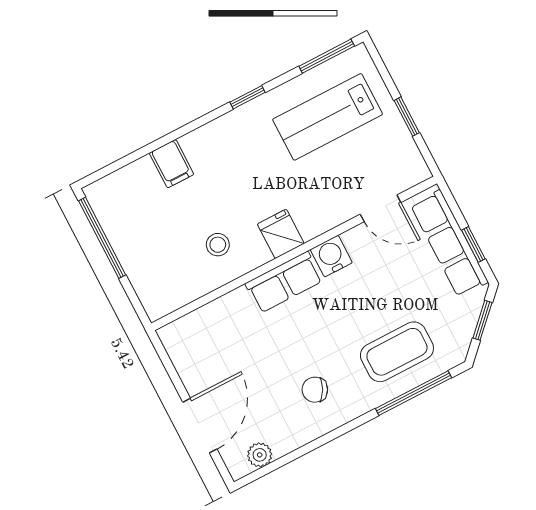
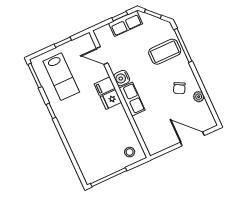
filing cabinet: (172, 164) -> (105, 86), moved, turned 180
door: (381, 208) -> (102, 56), swing flipped
row of seats: (449, 243) -> (126, 23), width x0.68
stool: (218, 245) -> (130, 152), moved
coffee table: (397, 352) -> (165, 52), turned 90
plant: (260, 455) -> (199, 97), moved

